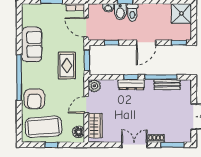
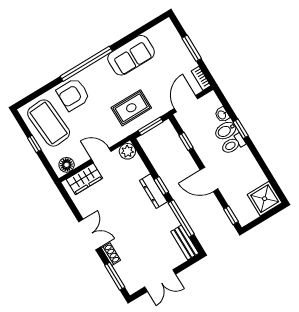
bench: (167, 85) -> (185, 242), moved

